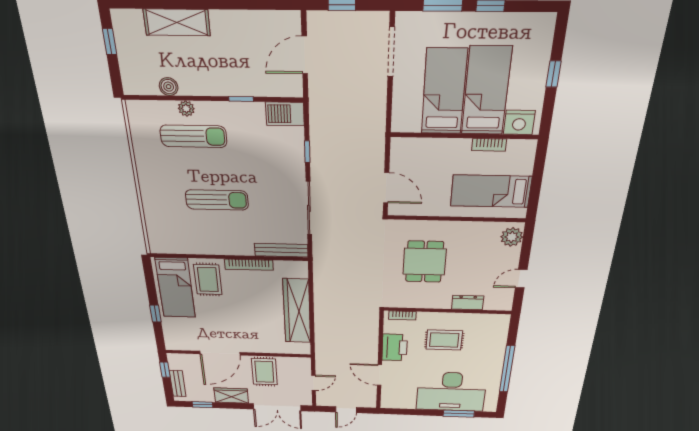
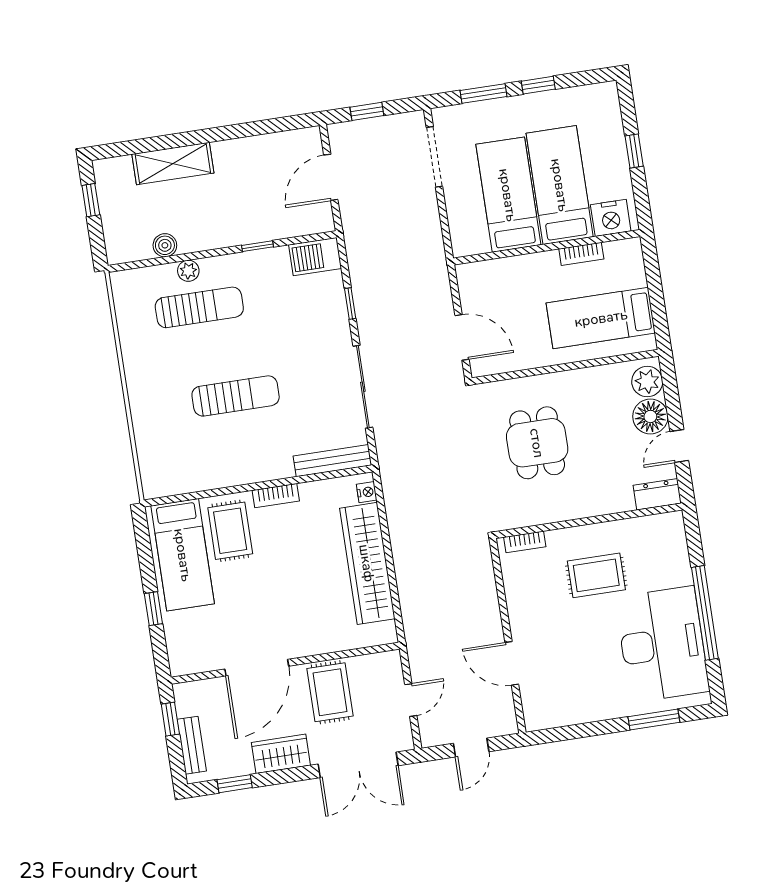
floor lamp: (507, 258) -> (650, 416), added
bookcase: (249, 265) -> (276, 496), width x0.64
nightstand: (302, 272) -> (367, 492), added
dresser: (468, 303) -> (657, 494), moved
printer: (395, 347) -> (525, 604), removed
desk: (451, 392) -> (662, 644), moved, turned -90

